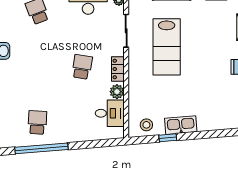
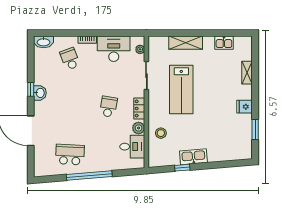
school desk: (37, 122) -> (70, 155), width x1.85
stool: (146, 125) -> (161, 133), moved
window: (41, 148) -> (89, 176), moved

